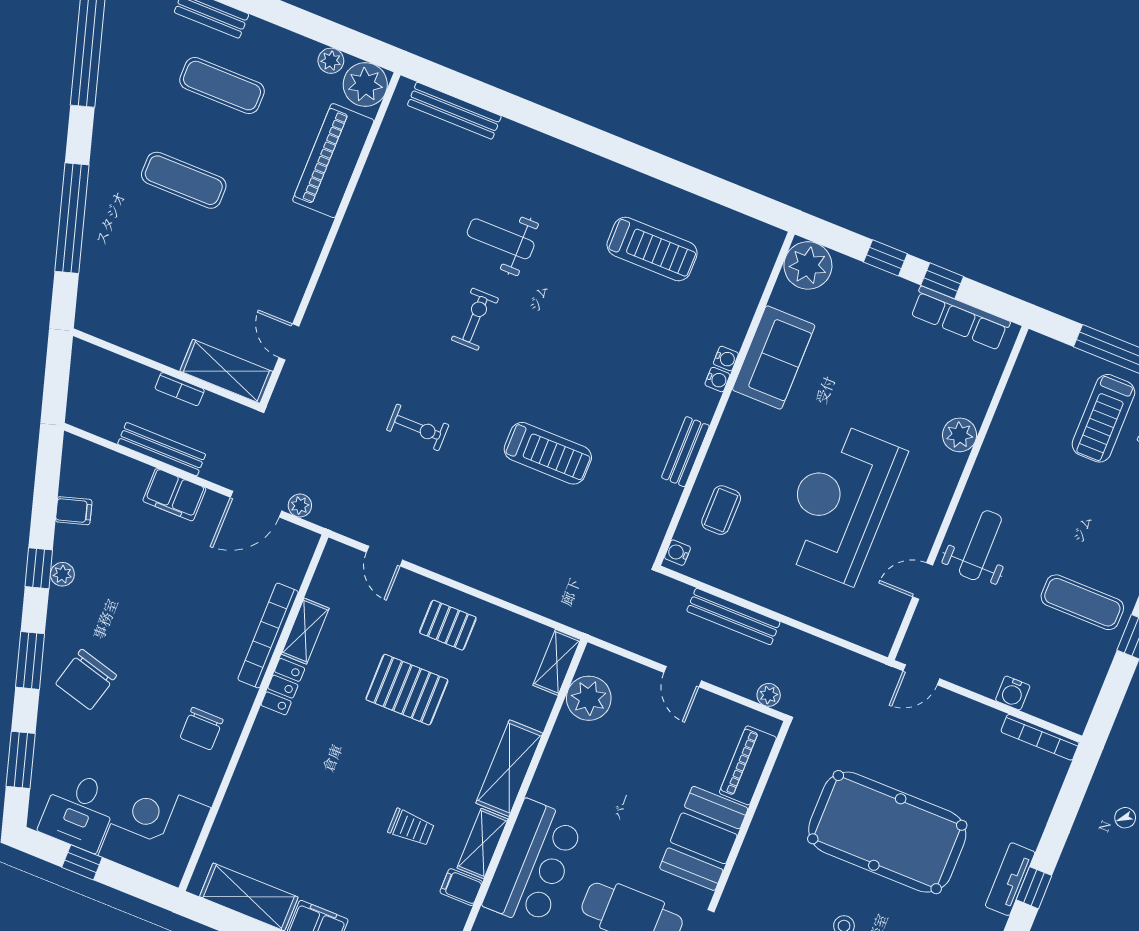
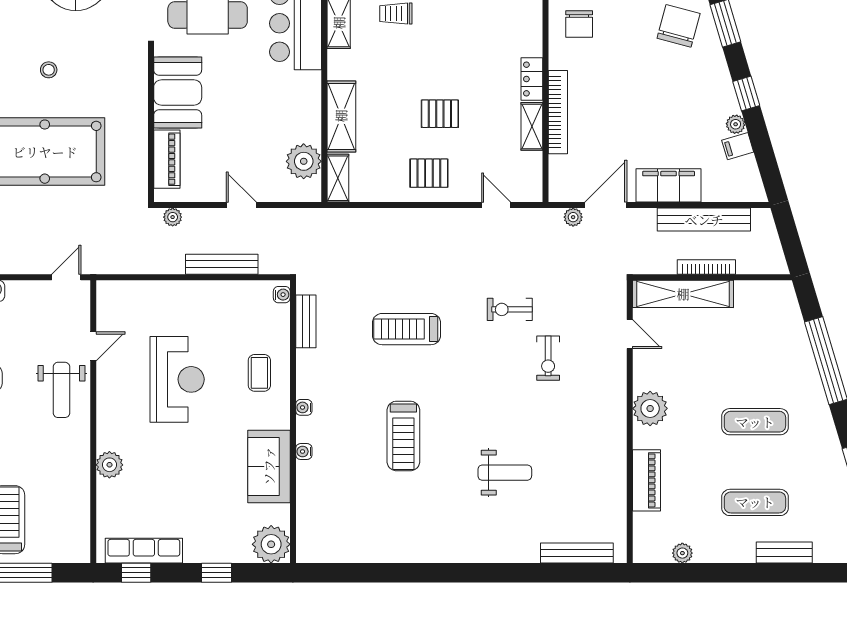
plant: (365, 84) -> (650, 408), moved
piano: (333, 161) -> (646, 480), width x0.73, depth x0.75
treadmill: (652, 249) -> (403, 436), moved, turned -90
window: (942, 281) -> (136, 573), moved
exercise bike: (475, 319) -> (548, 358), moved
shelving: (226, 371) -> (683, 294), width x1.47
water cooler: (717, 380) -> (304, 407), moved
bookcase: (180, 389) -> (706, 267), width x1.56
bench: (162, 449) -> (704, 220), width x1.37, depth x1.21
bench: (685, 452) -> (306, 321), moved
filing cabinet: (174, 495) -> (669, 185), width x1.50, depth x1.17
reception desk: (840, 503) -> (177, 379), width x0.74, depth x0.77
coffee table: (721, 510) -> (259, 373), moved
plant: (62, 574) -> (736, 124), moved
pallet: (407, 690) -> (440, 114), width x0.67, depth x0.71
chair: (202, 729) -> (579, 24), turned 180
shelving: (509, 768) -> (341, 116), moved

